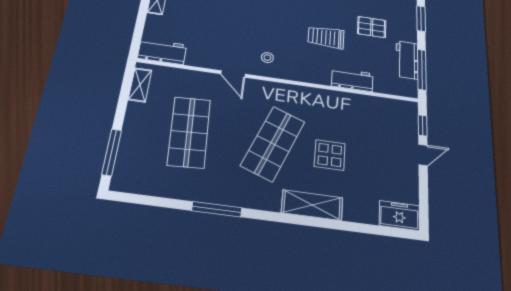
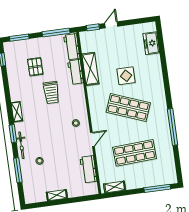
workbench: (162, 52) -> (88, 169), moved
workbench: (407, 60) -> (72, 47), moved, turned 90
door: (423, 155) -> (111, 25), hinge flipped
shelving: (312, 205) -> (90, 69), moved
window: (217, 209) -> (173, 127), width x1.46
freezer: (399, 215) -> (151, 43), moved

